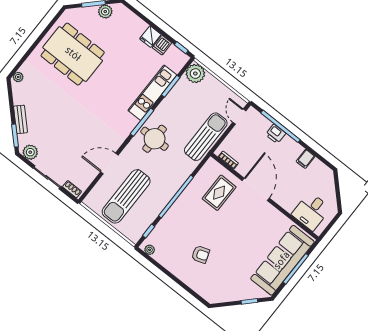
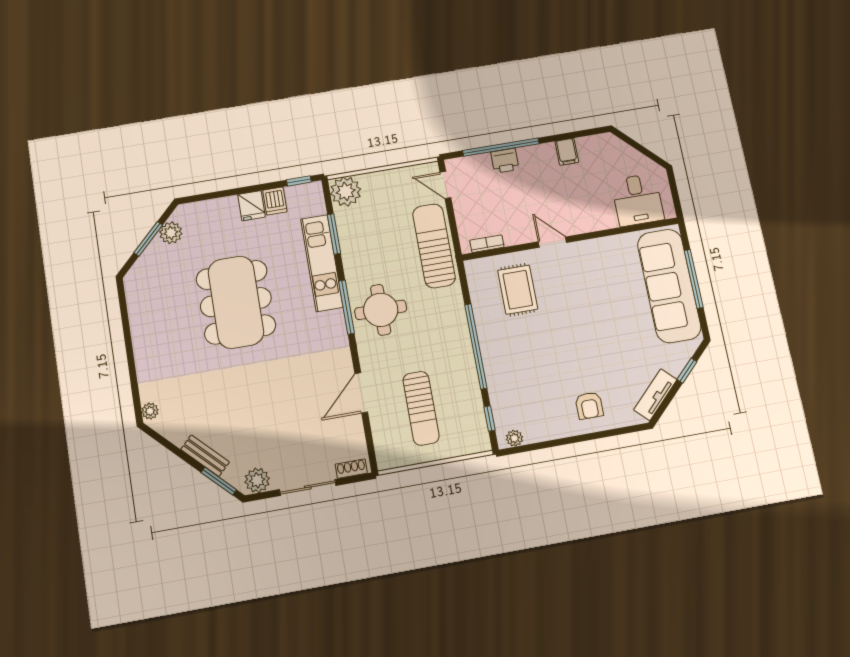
dining table: (73, 54) -> (236, 302), moved, turned 90
door: (256, 189) -> (552, 242), width x0.53
sun lounger: (126, 196) -> (421, 408), width x0.73, depth x0.75
armchair: (201, 254) -> (589, 406), moved, turned 109
tv unit: (225, 296) -> (655, 395), added

